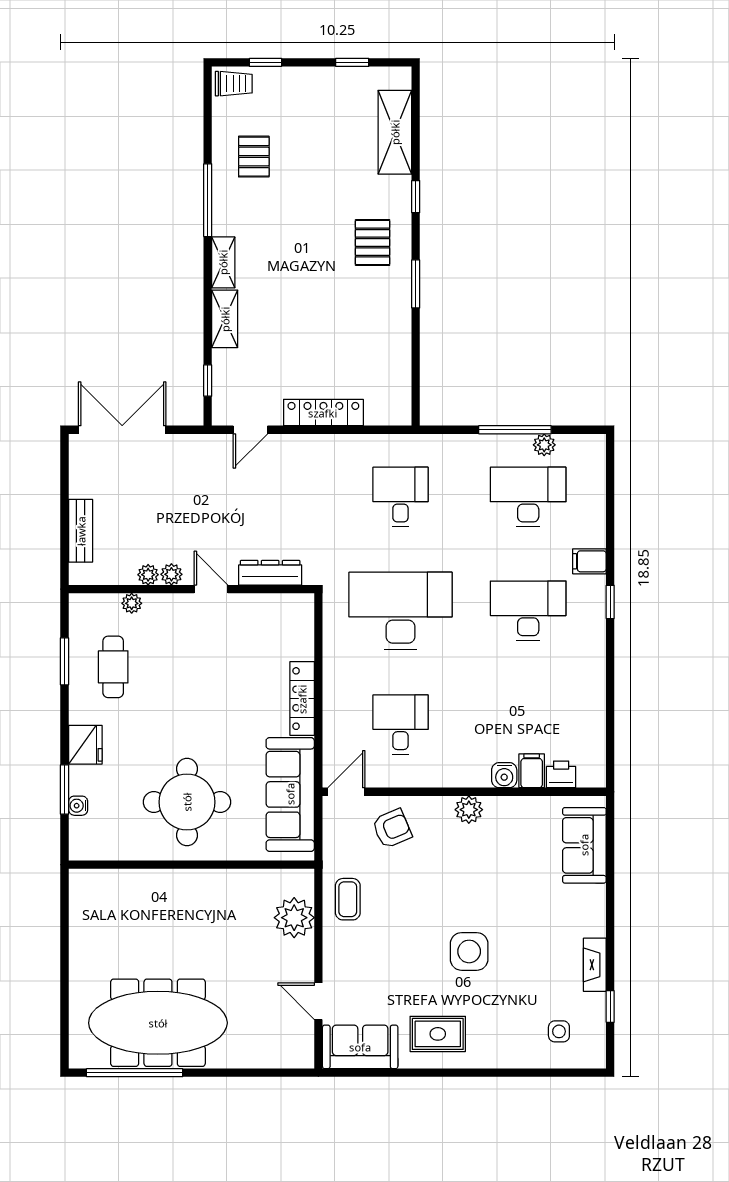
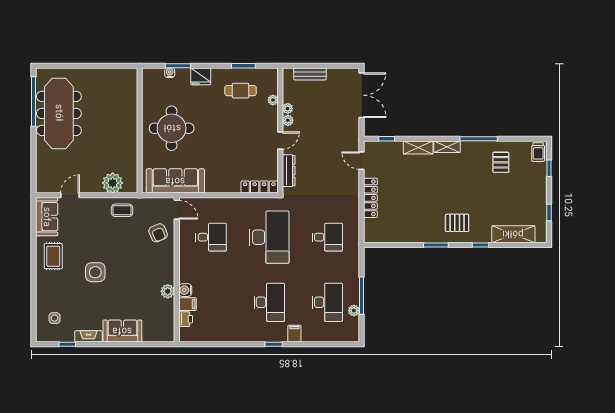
pallet: (254, 157) -> (501, 162), turned 90
locker: (302, 699) -> (259, 187), moved
plant: (469, 810) -> (168, 291), moved
sofa: (584, 845) -> (122, 331), moved

